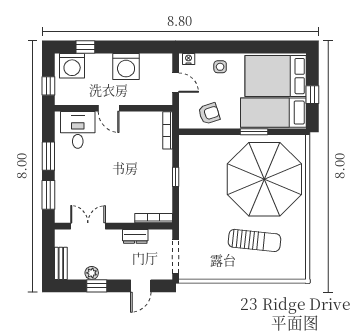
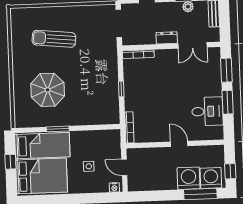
window: (85, 47) -> (200, 194), width x2.17
washing machine: (126, 66) -> (189, 178), moved
side table: (220, 67) -> (89, 166), moved
window: (48, 86) -> (230, 171), moved
armchair: (209, 114) -> (96, 143), removed
desk: (78, 130) -> (207, 111), moved, turned -90
parasol: (264, 179) -> (48, 90), width x0.54, depth x0.54
dresser: (135, 236) -> (167, 38), moved

